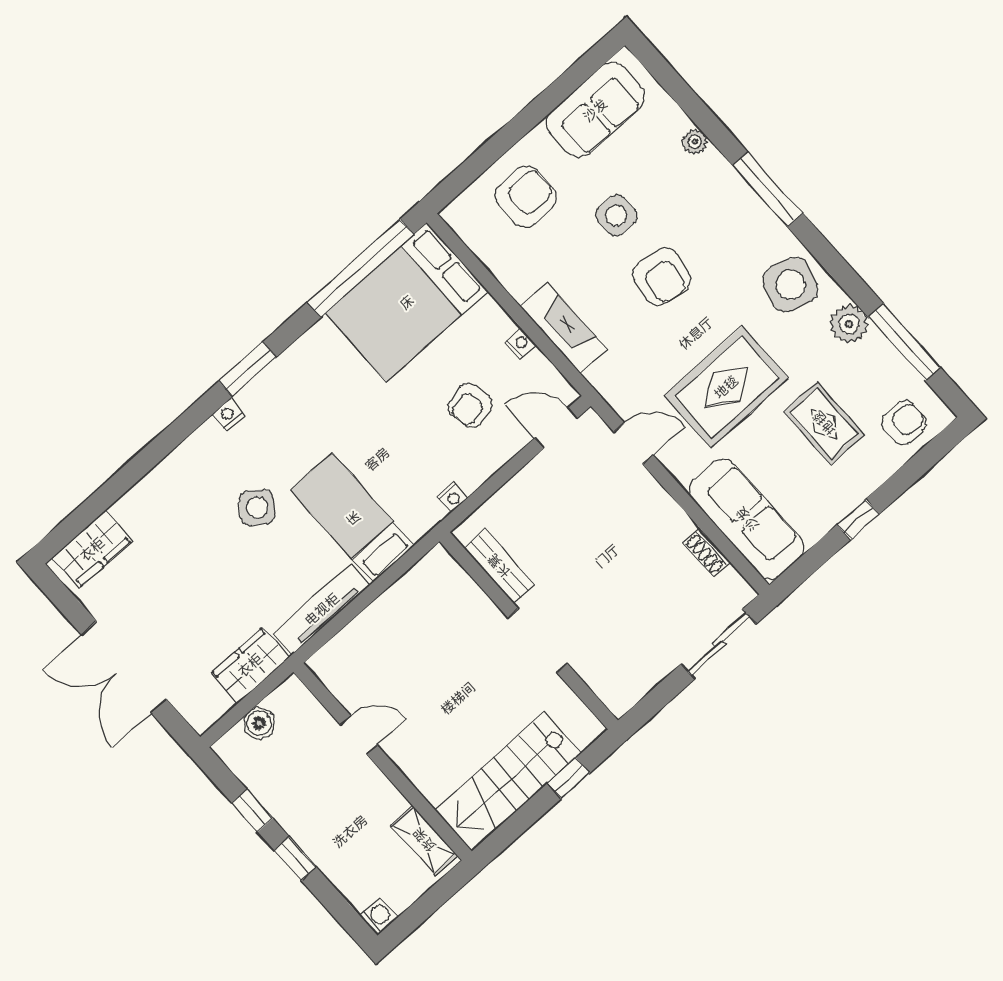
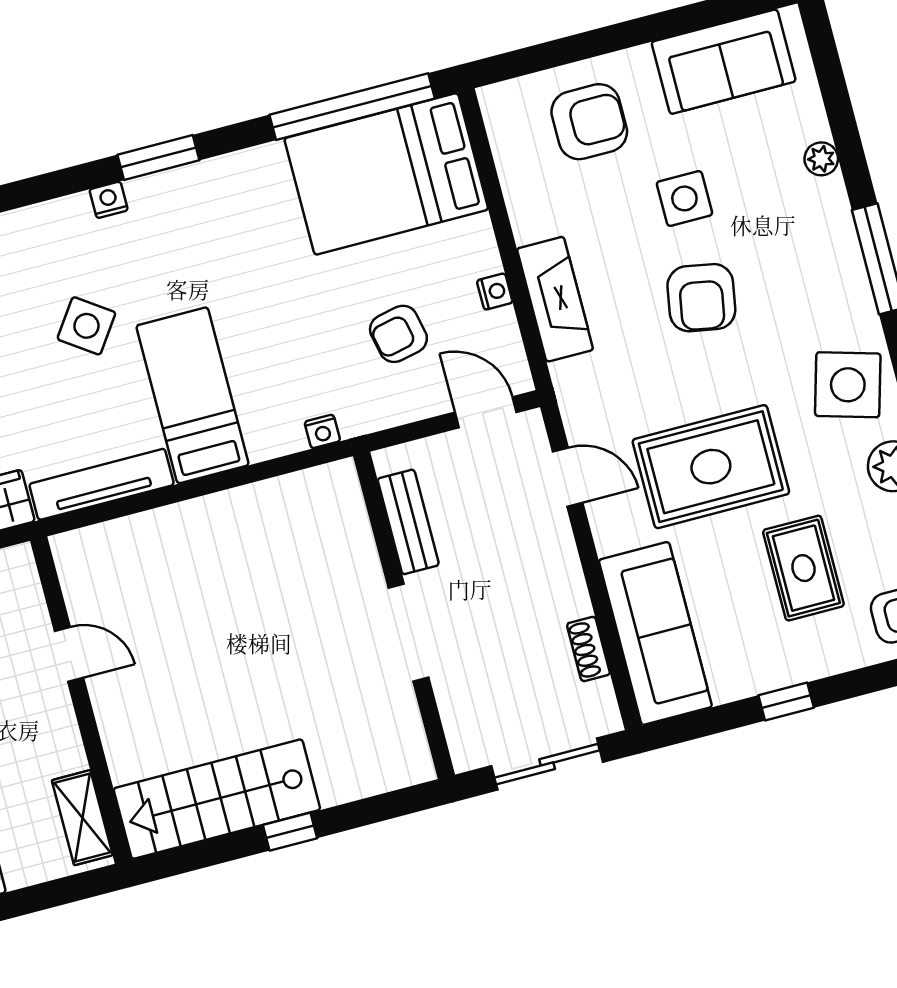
bench: (499, 566) -> (408, 522), moved
wall: (529, 631) -> (404, 615), moved
doorway: (538, 641) -> (408, 632), moved

